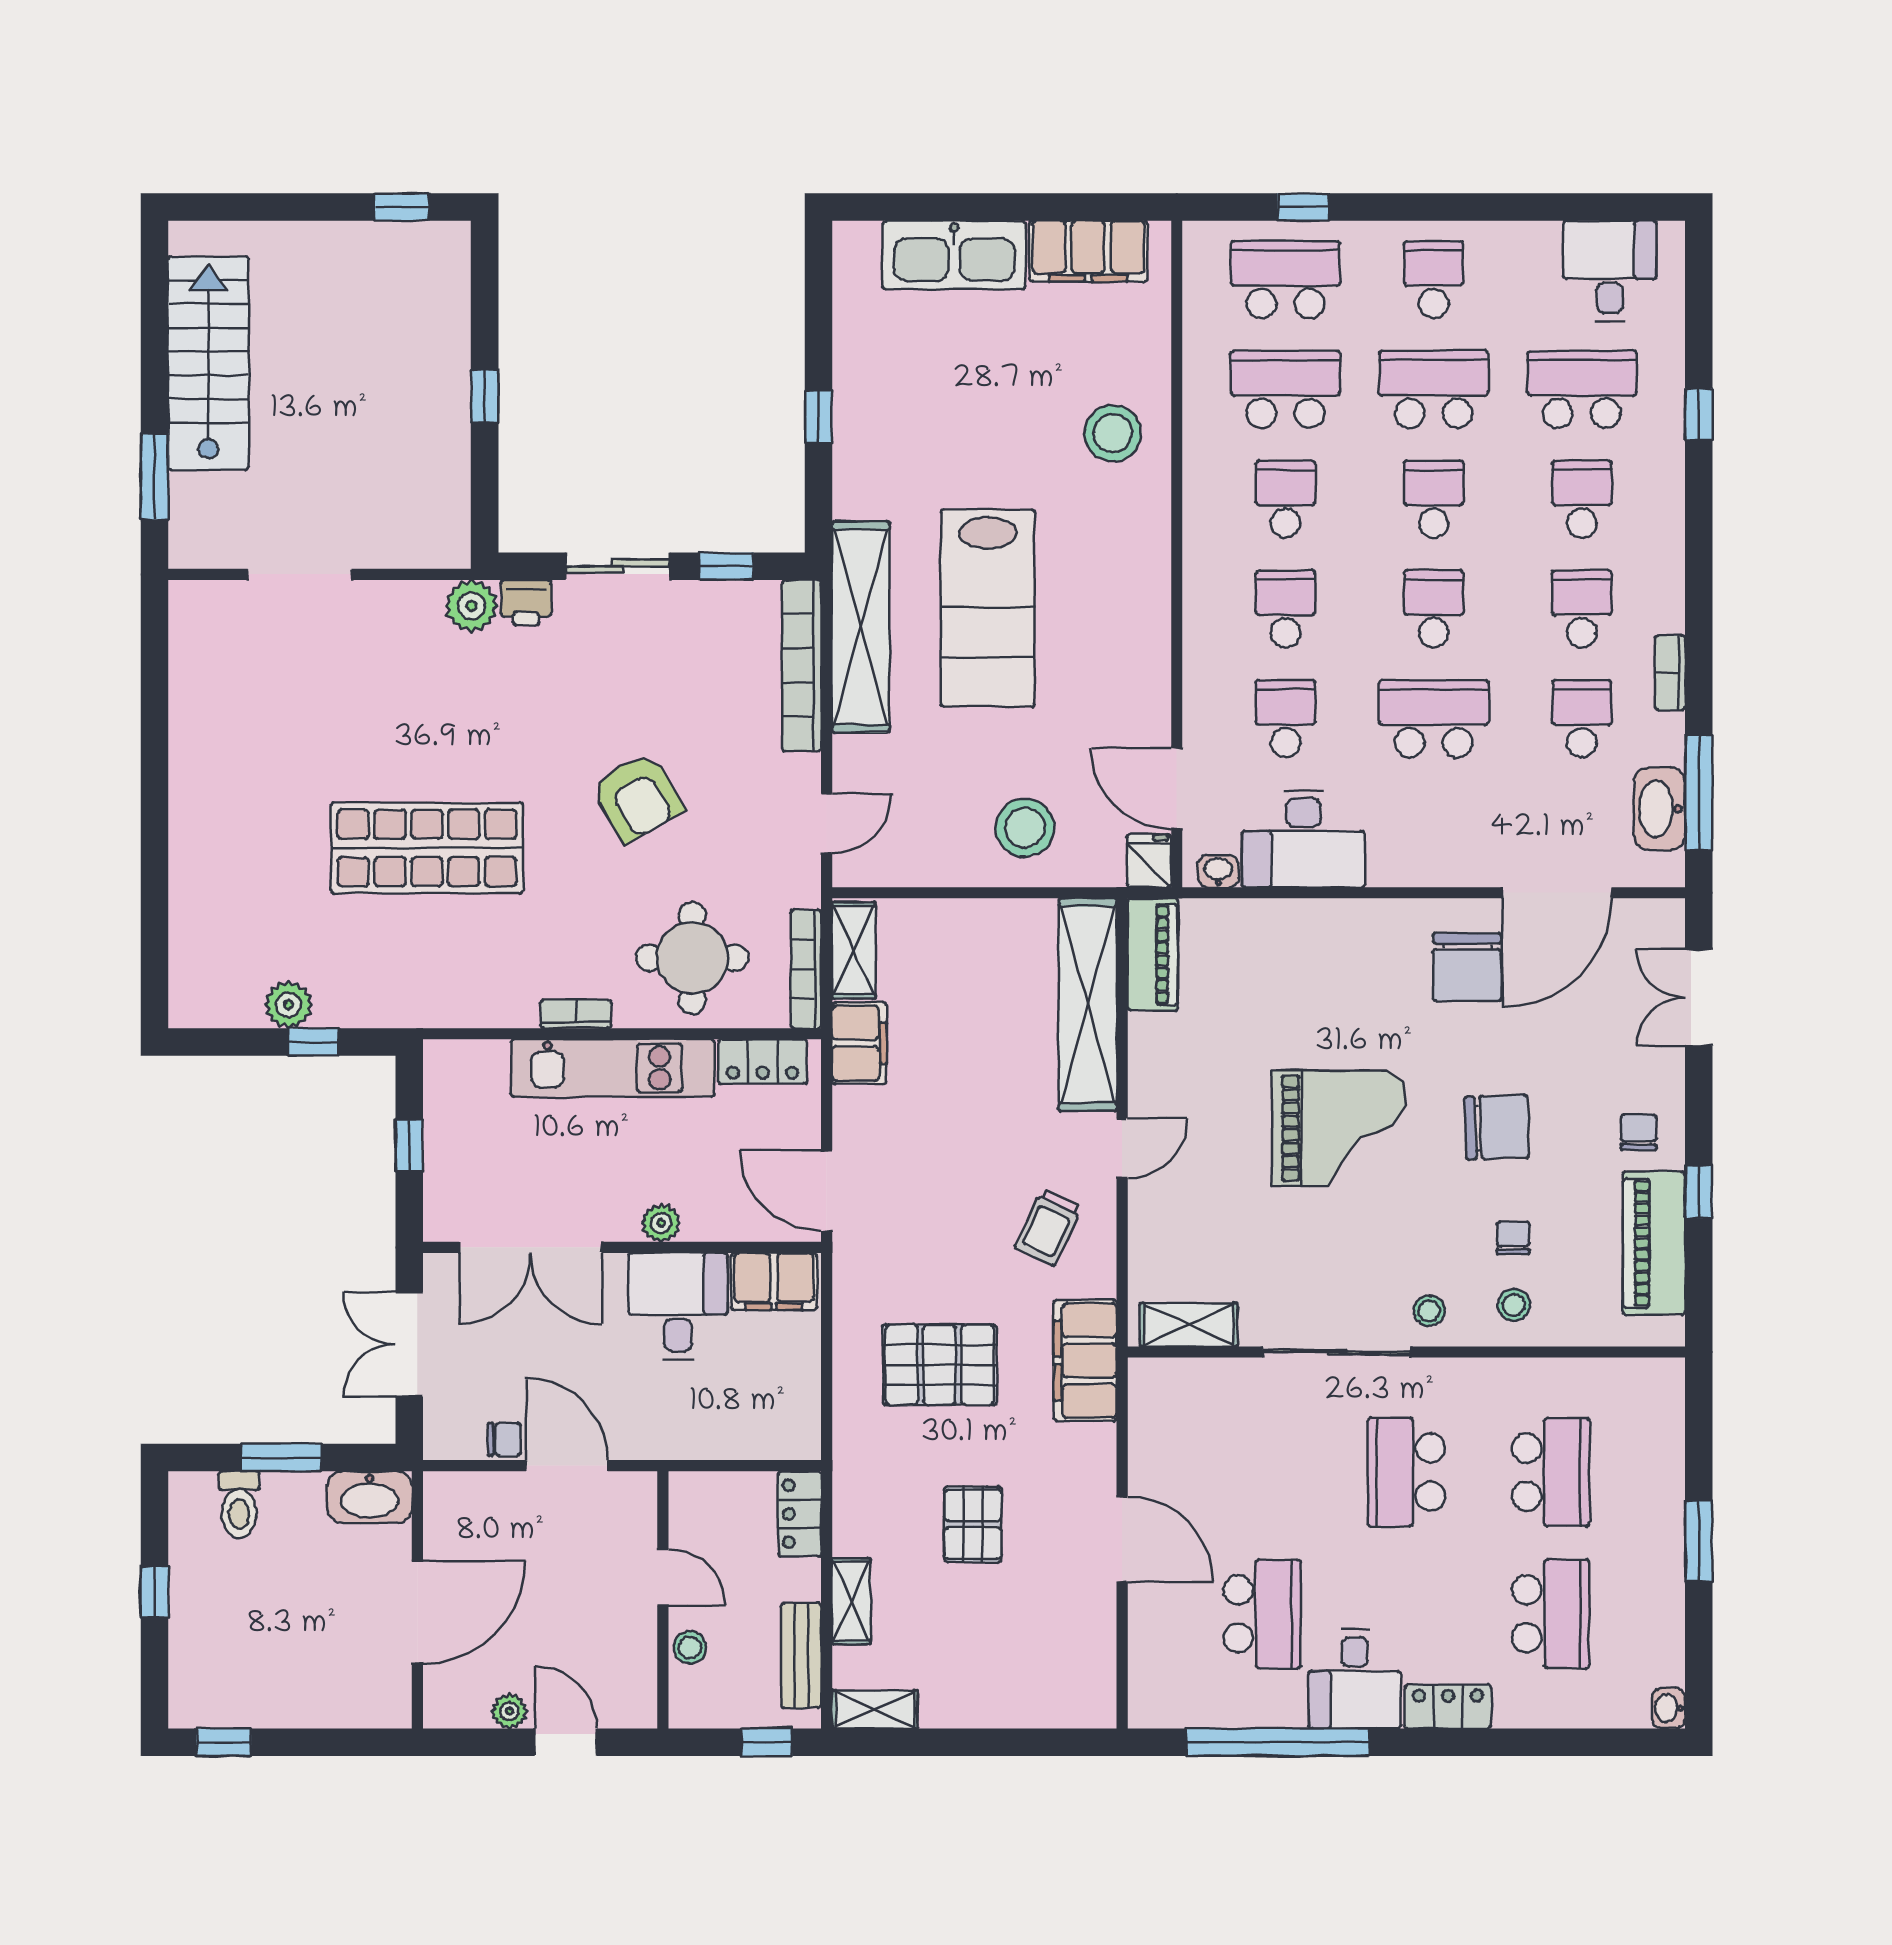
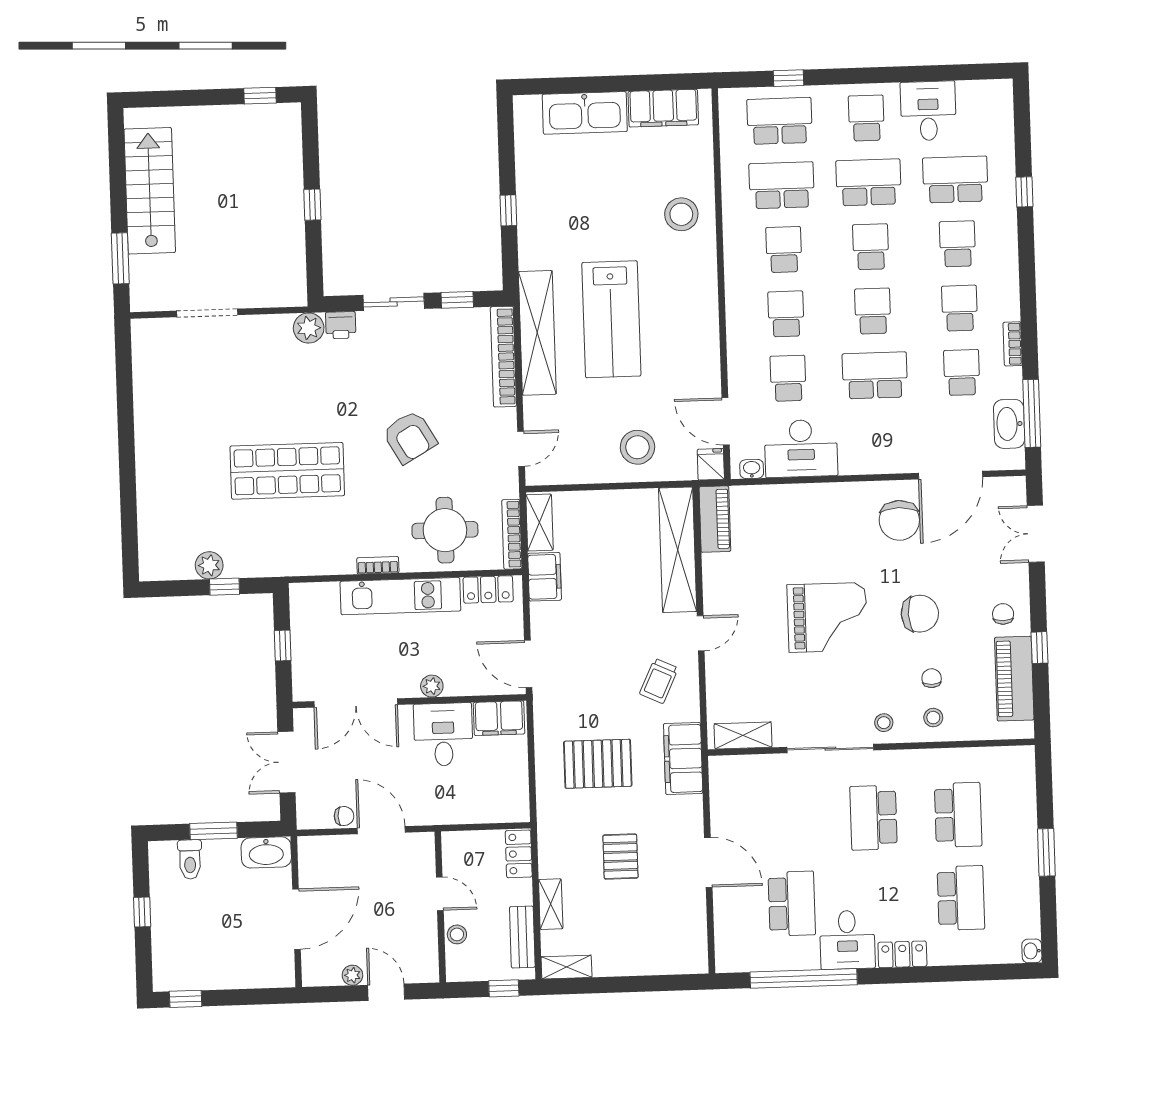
desk: (1610, 271) -> (928, 111), moved

